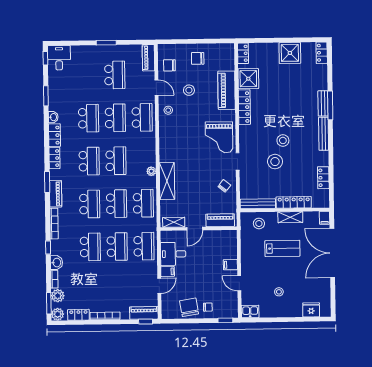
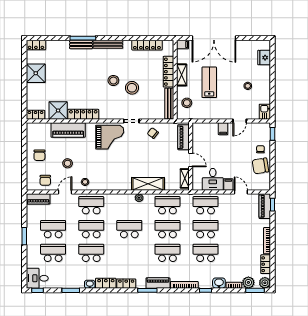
school desk: (89, 161) -> (53, 253), moved
locker: (323, 178) -> (147, 45), width x1.53

